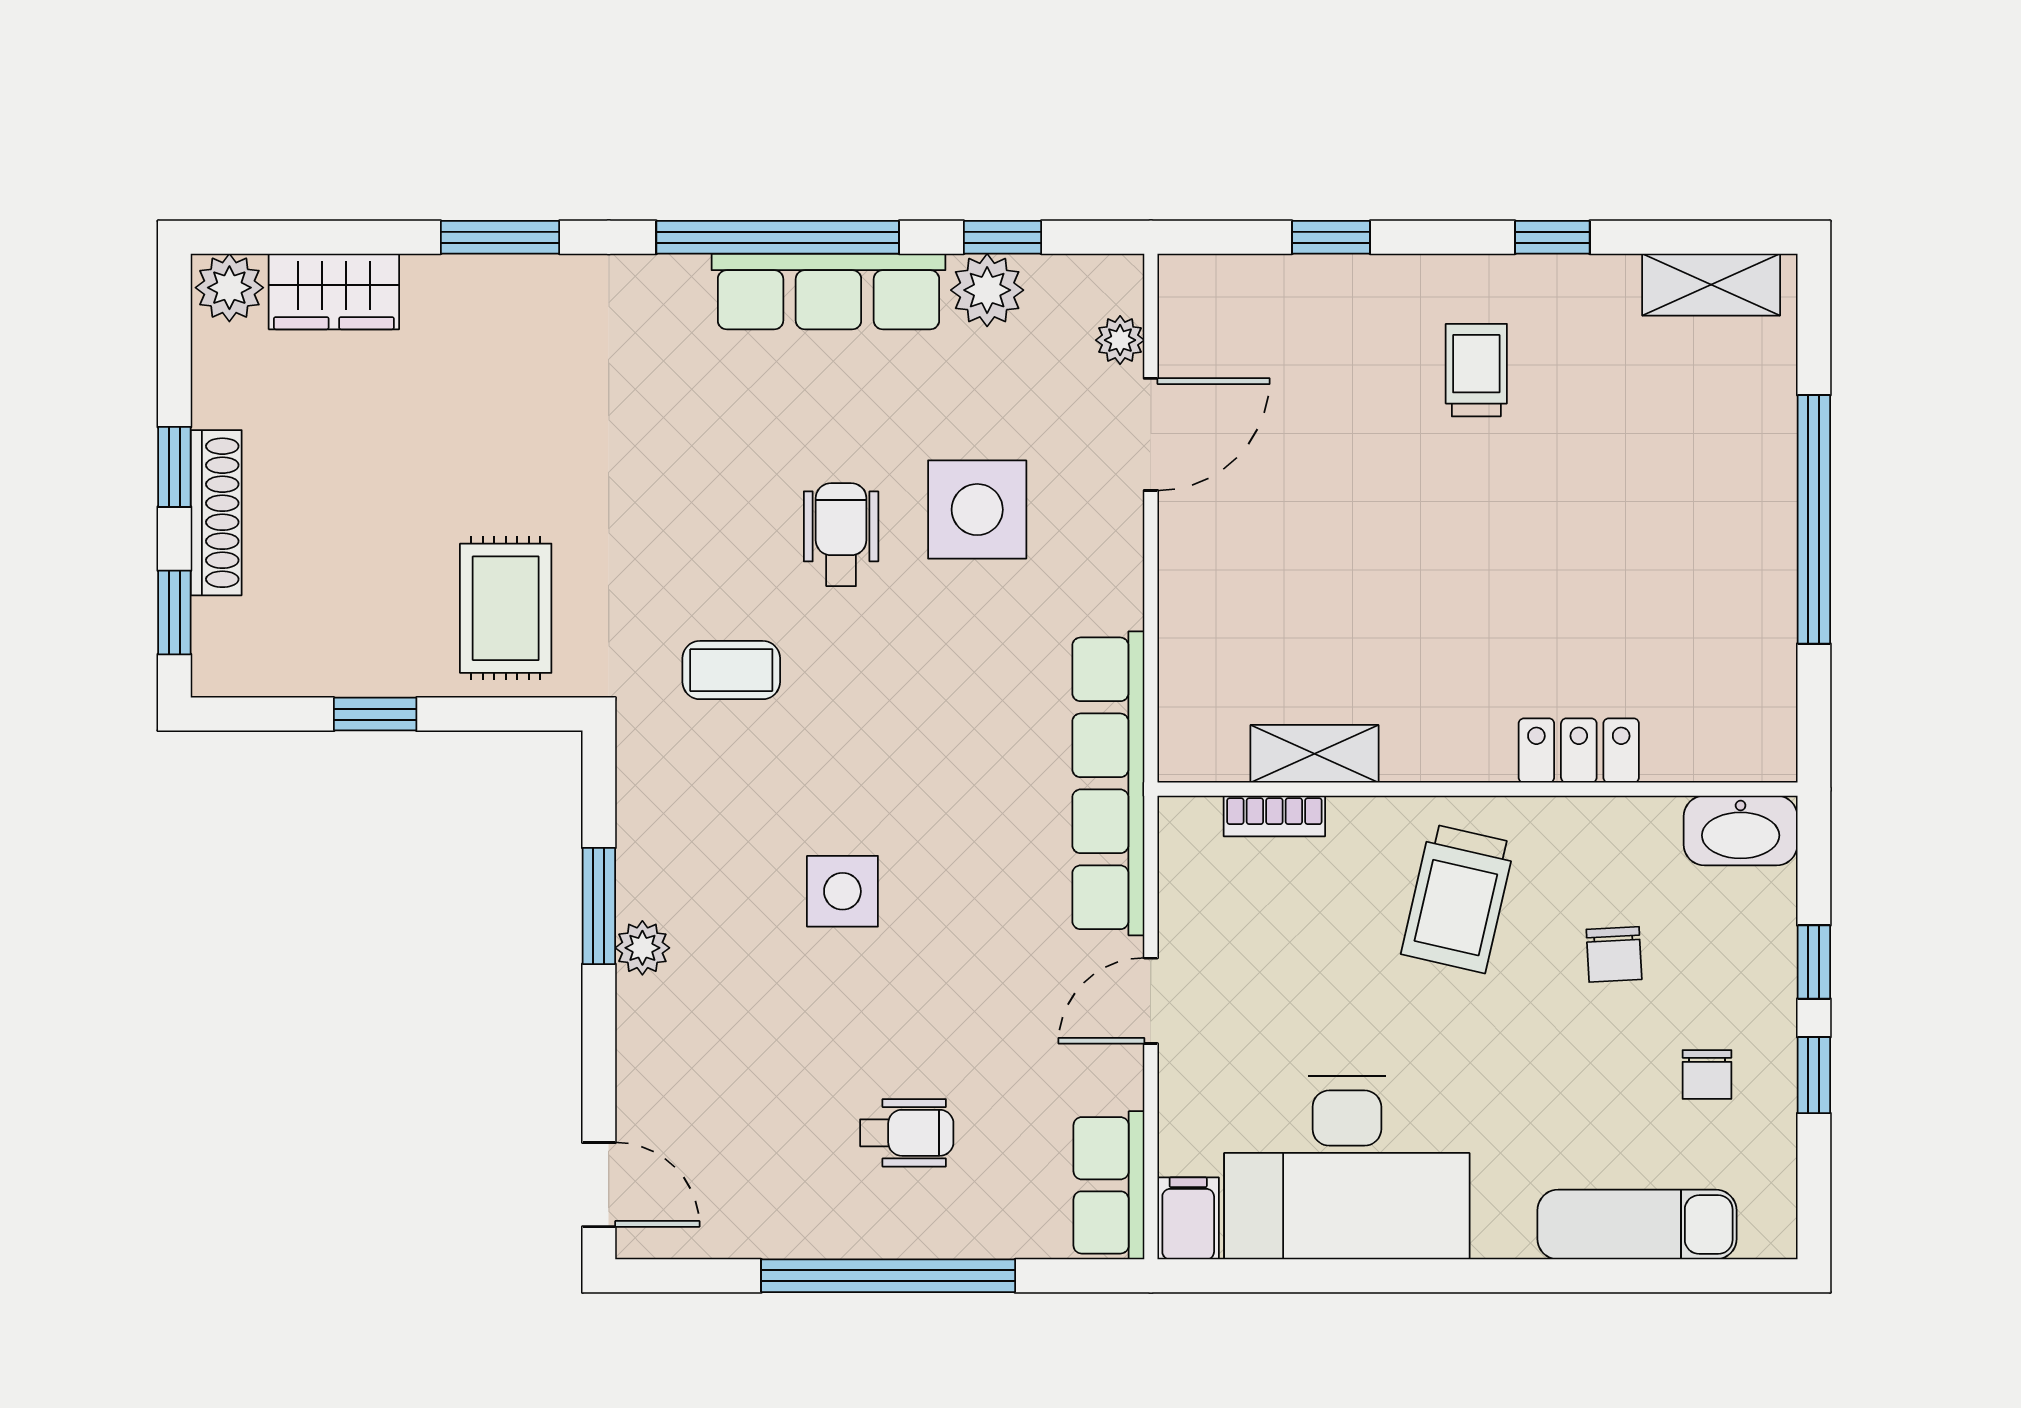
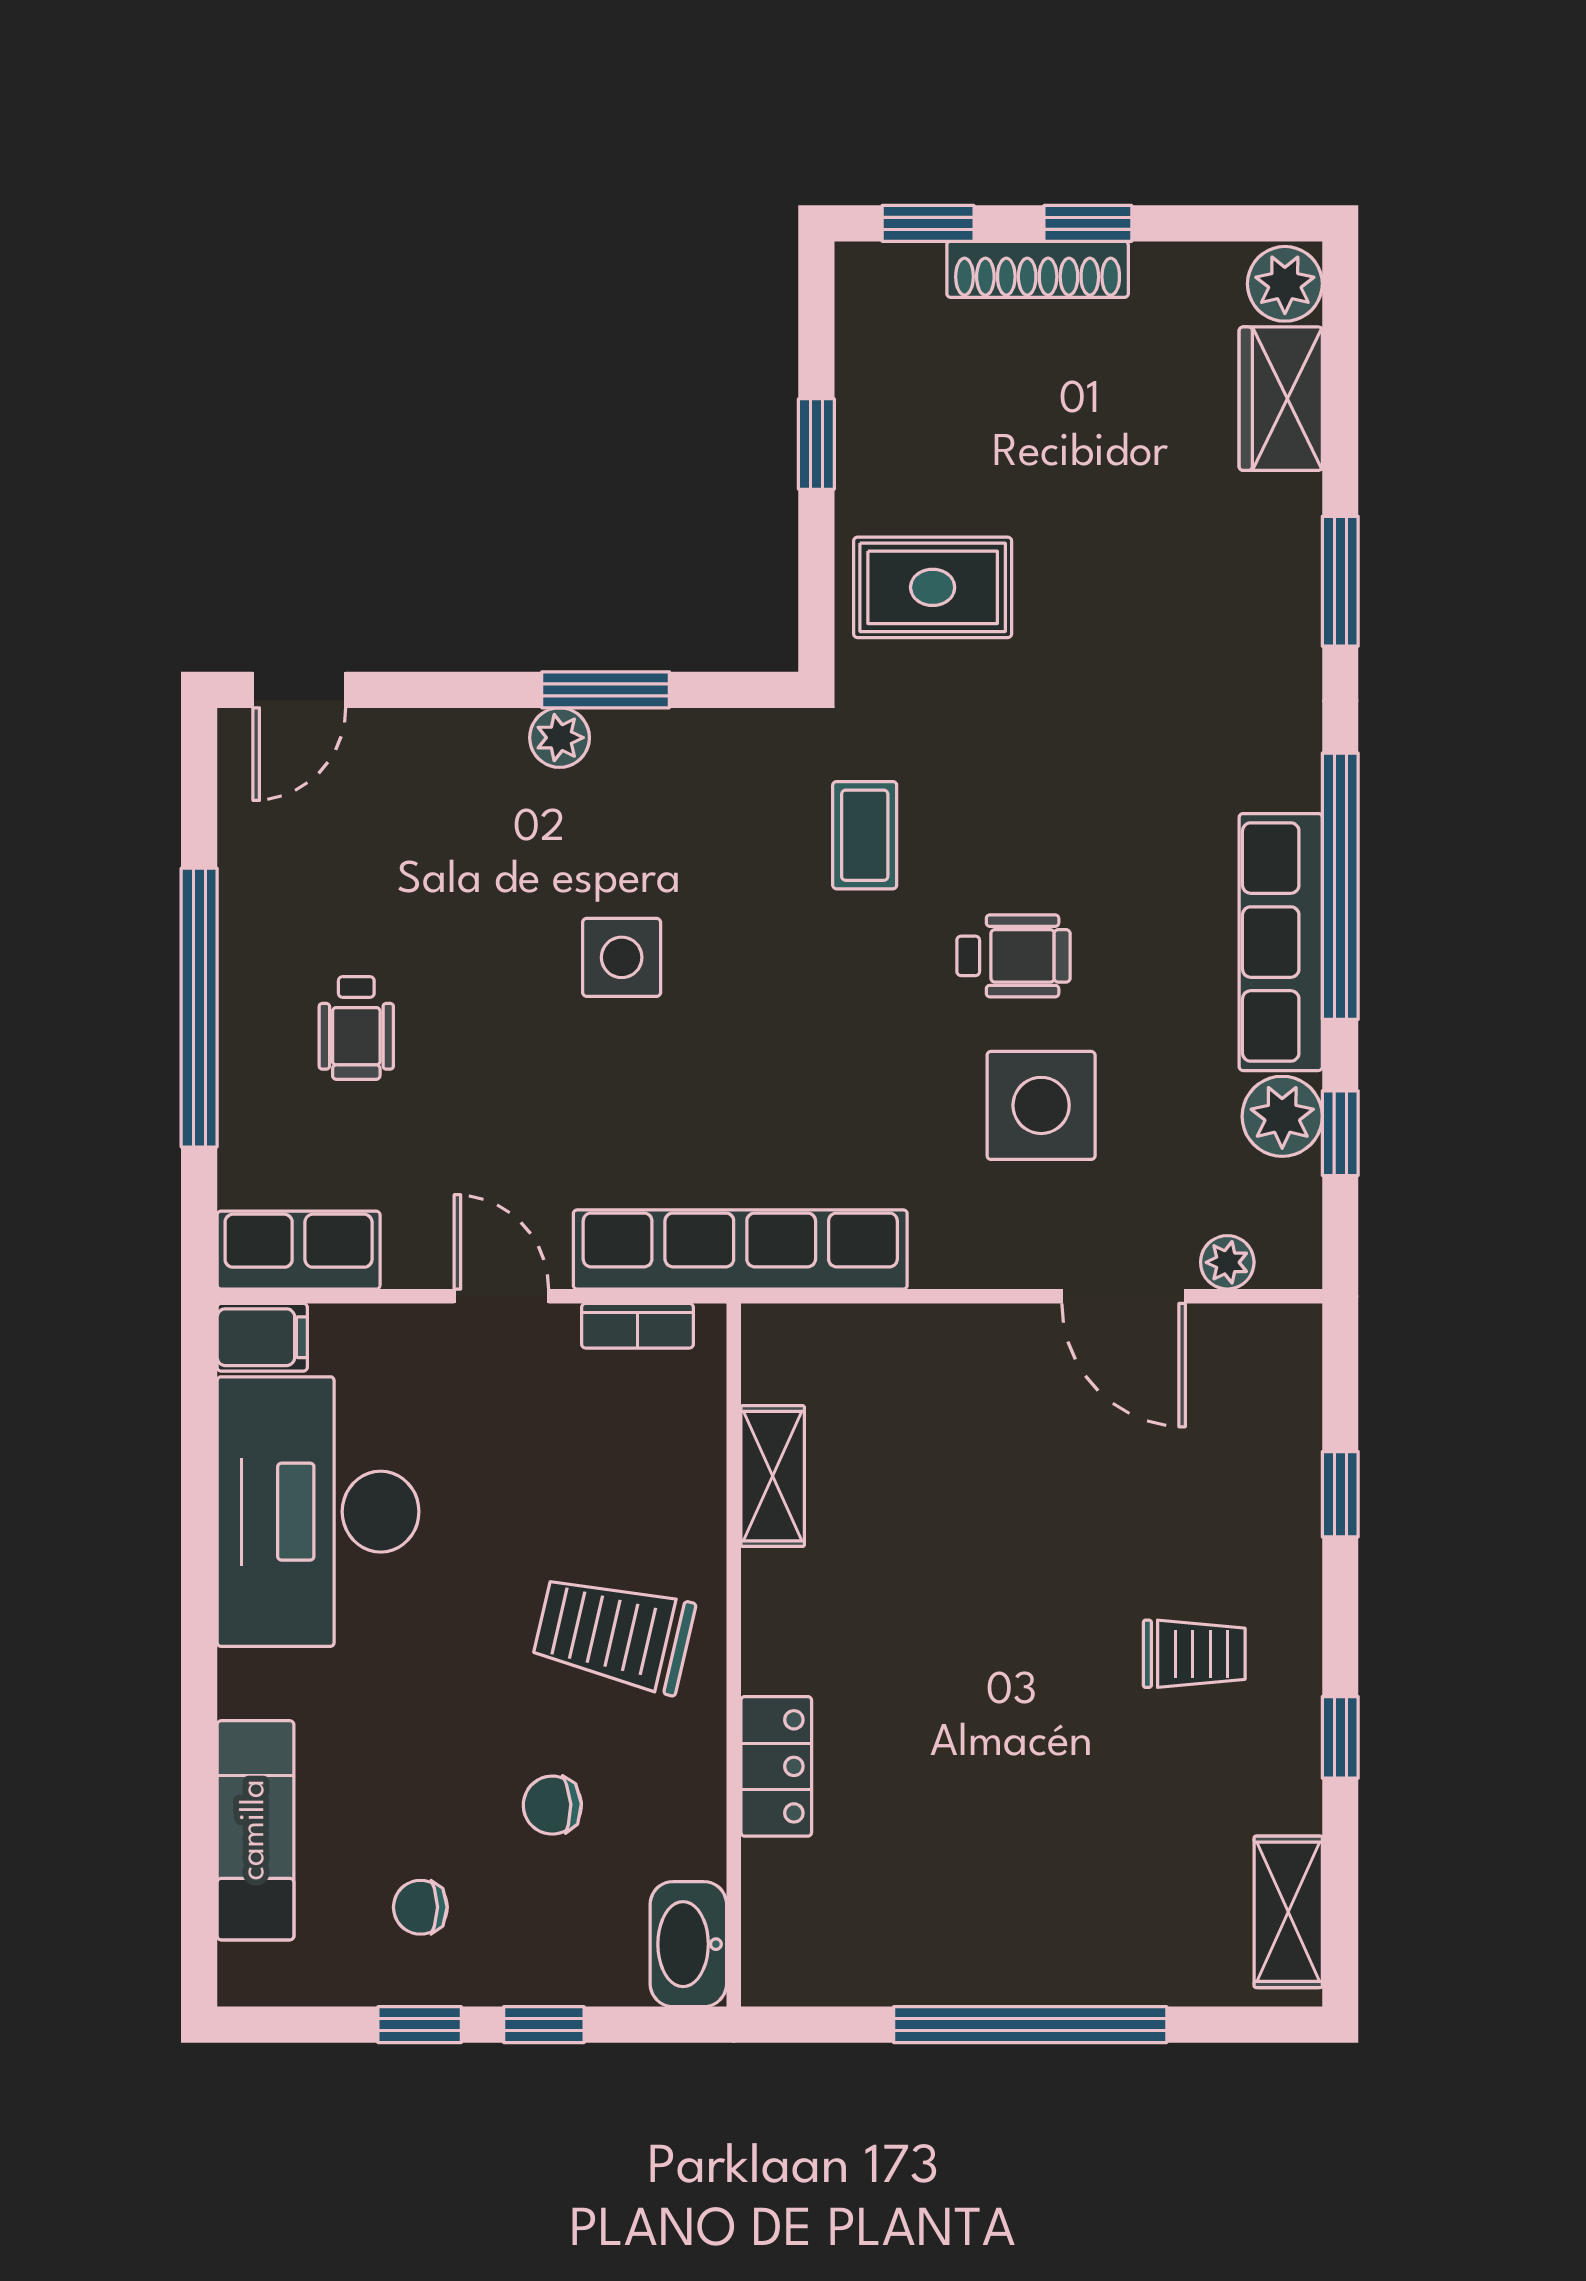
bookcase: (1274, 816) -> (638, 1326), moved, turned -90

